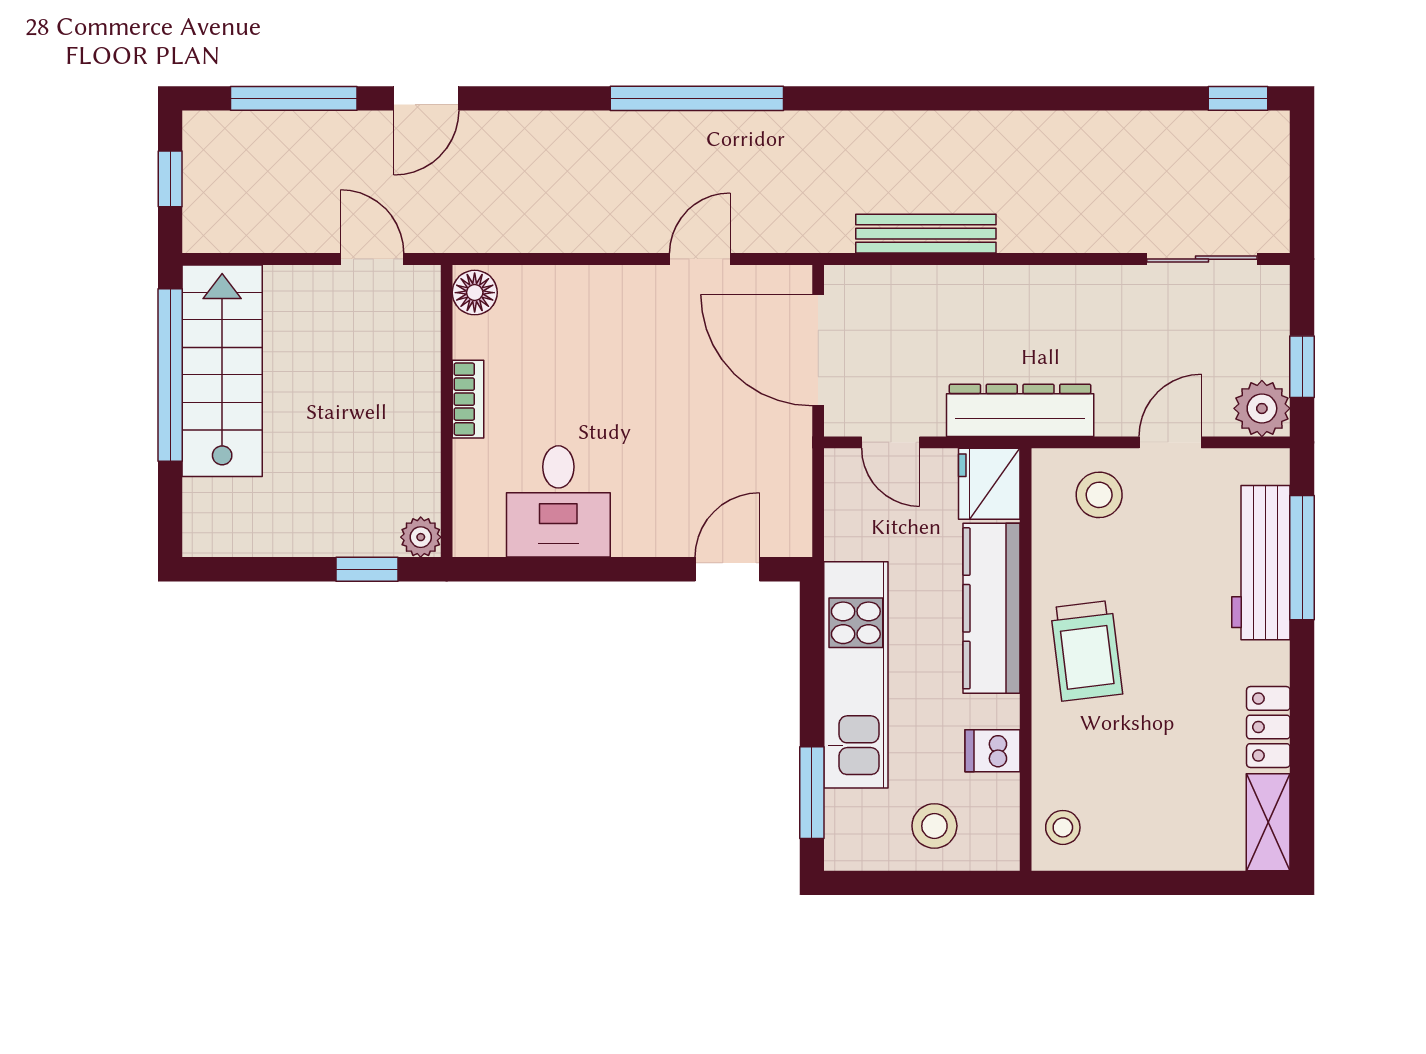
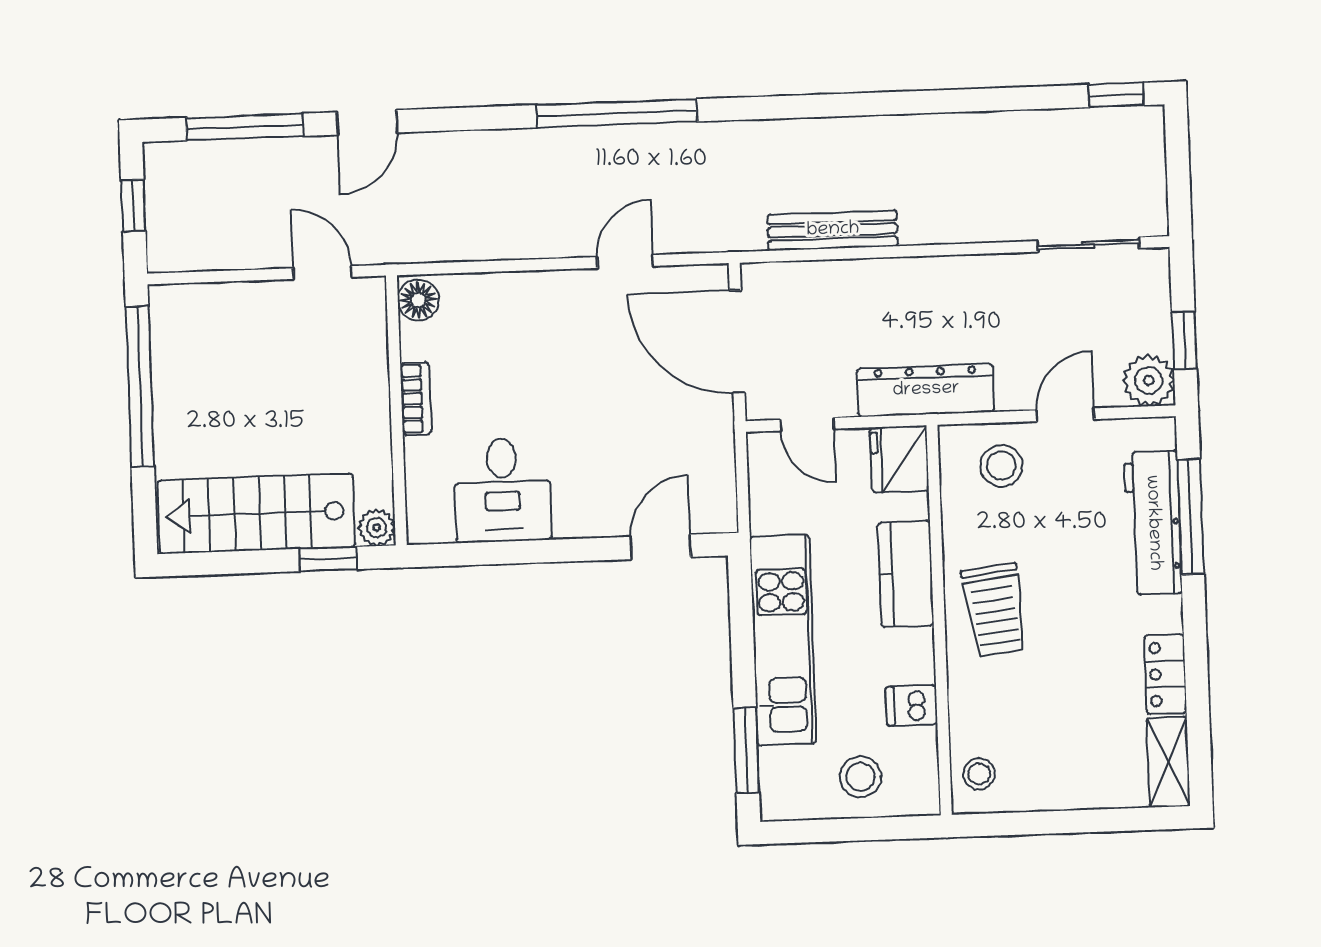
stairs: (222, 371) -> (256, 514), moved, turned -90
kitchen counter: (991, 608) -> (906, 574), width x0.67

